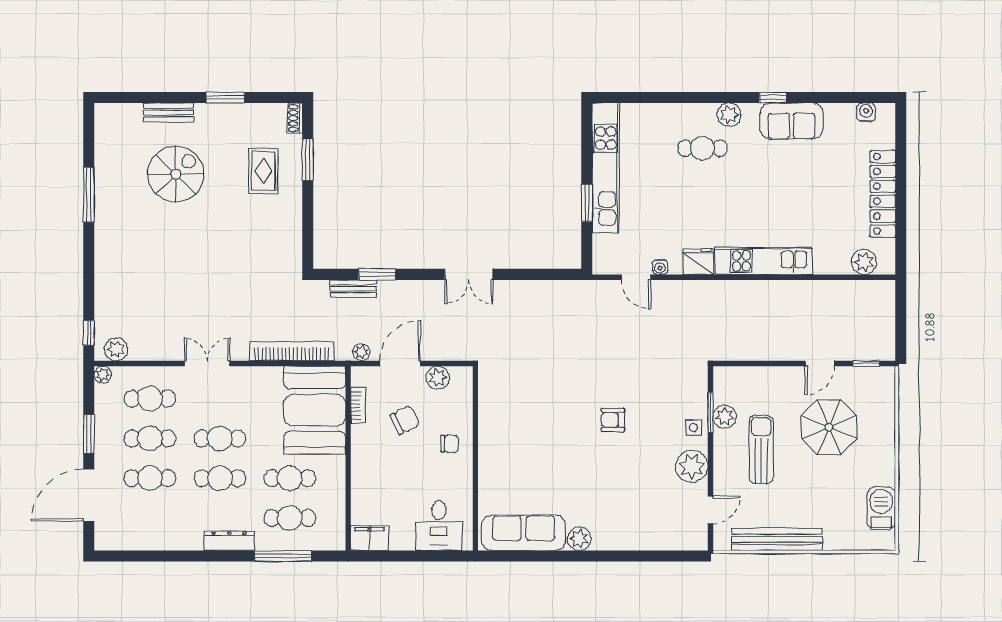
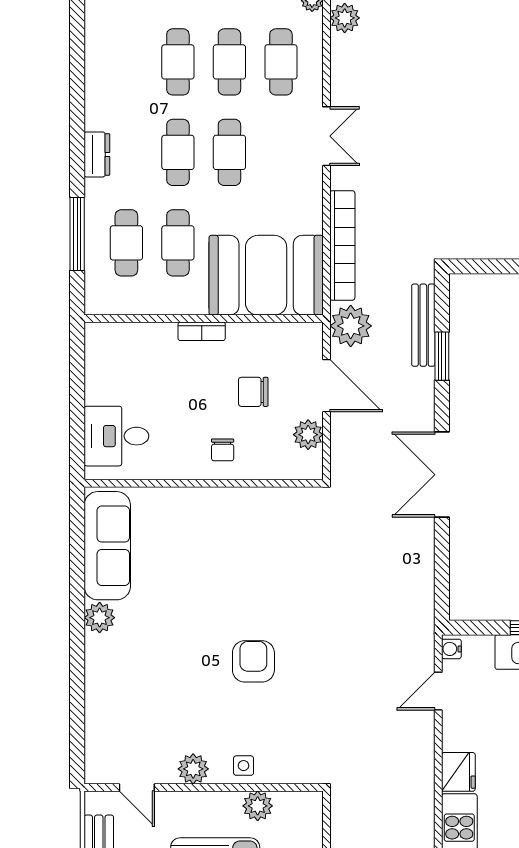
water cooler: (660, 267) -> (451, 649), moved
double door: (469, 274) -> (442, 475), width x1.37
bench: (353, 289) -> (423, 325), width x1.36
plant: (361, 352) -> (351, 326), width x1.88, depth x1.88
bookcase: (358, 406) -> (202, 331), moved
window: (710, 413) -> (263, 788), removed
chair: (405, 420) -> (253, 392), turned 116
armchair: (613, 420) -> (253, 661), width x1.38, depth x1.38
plant: (692, 466) -> (193, 769), width x0.73, depth x0.73
filing cabinet: (370, 538) -> (100, 346), removed
dresser: (229, 541) -> (97, 154), width x0.70

